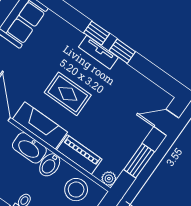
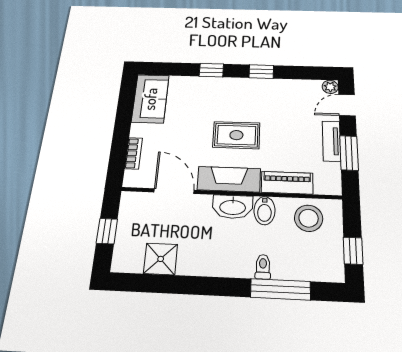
window: (97, 33) -> (211, 70), moved
tv unit: (98, 52) -> (331, 141), moved, turned 90
plant: (109, 179) -> (330, 87), moved

